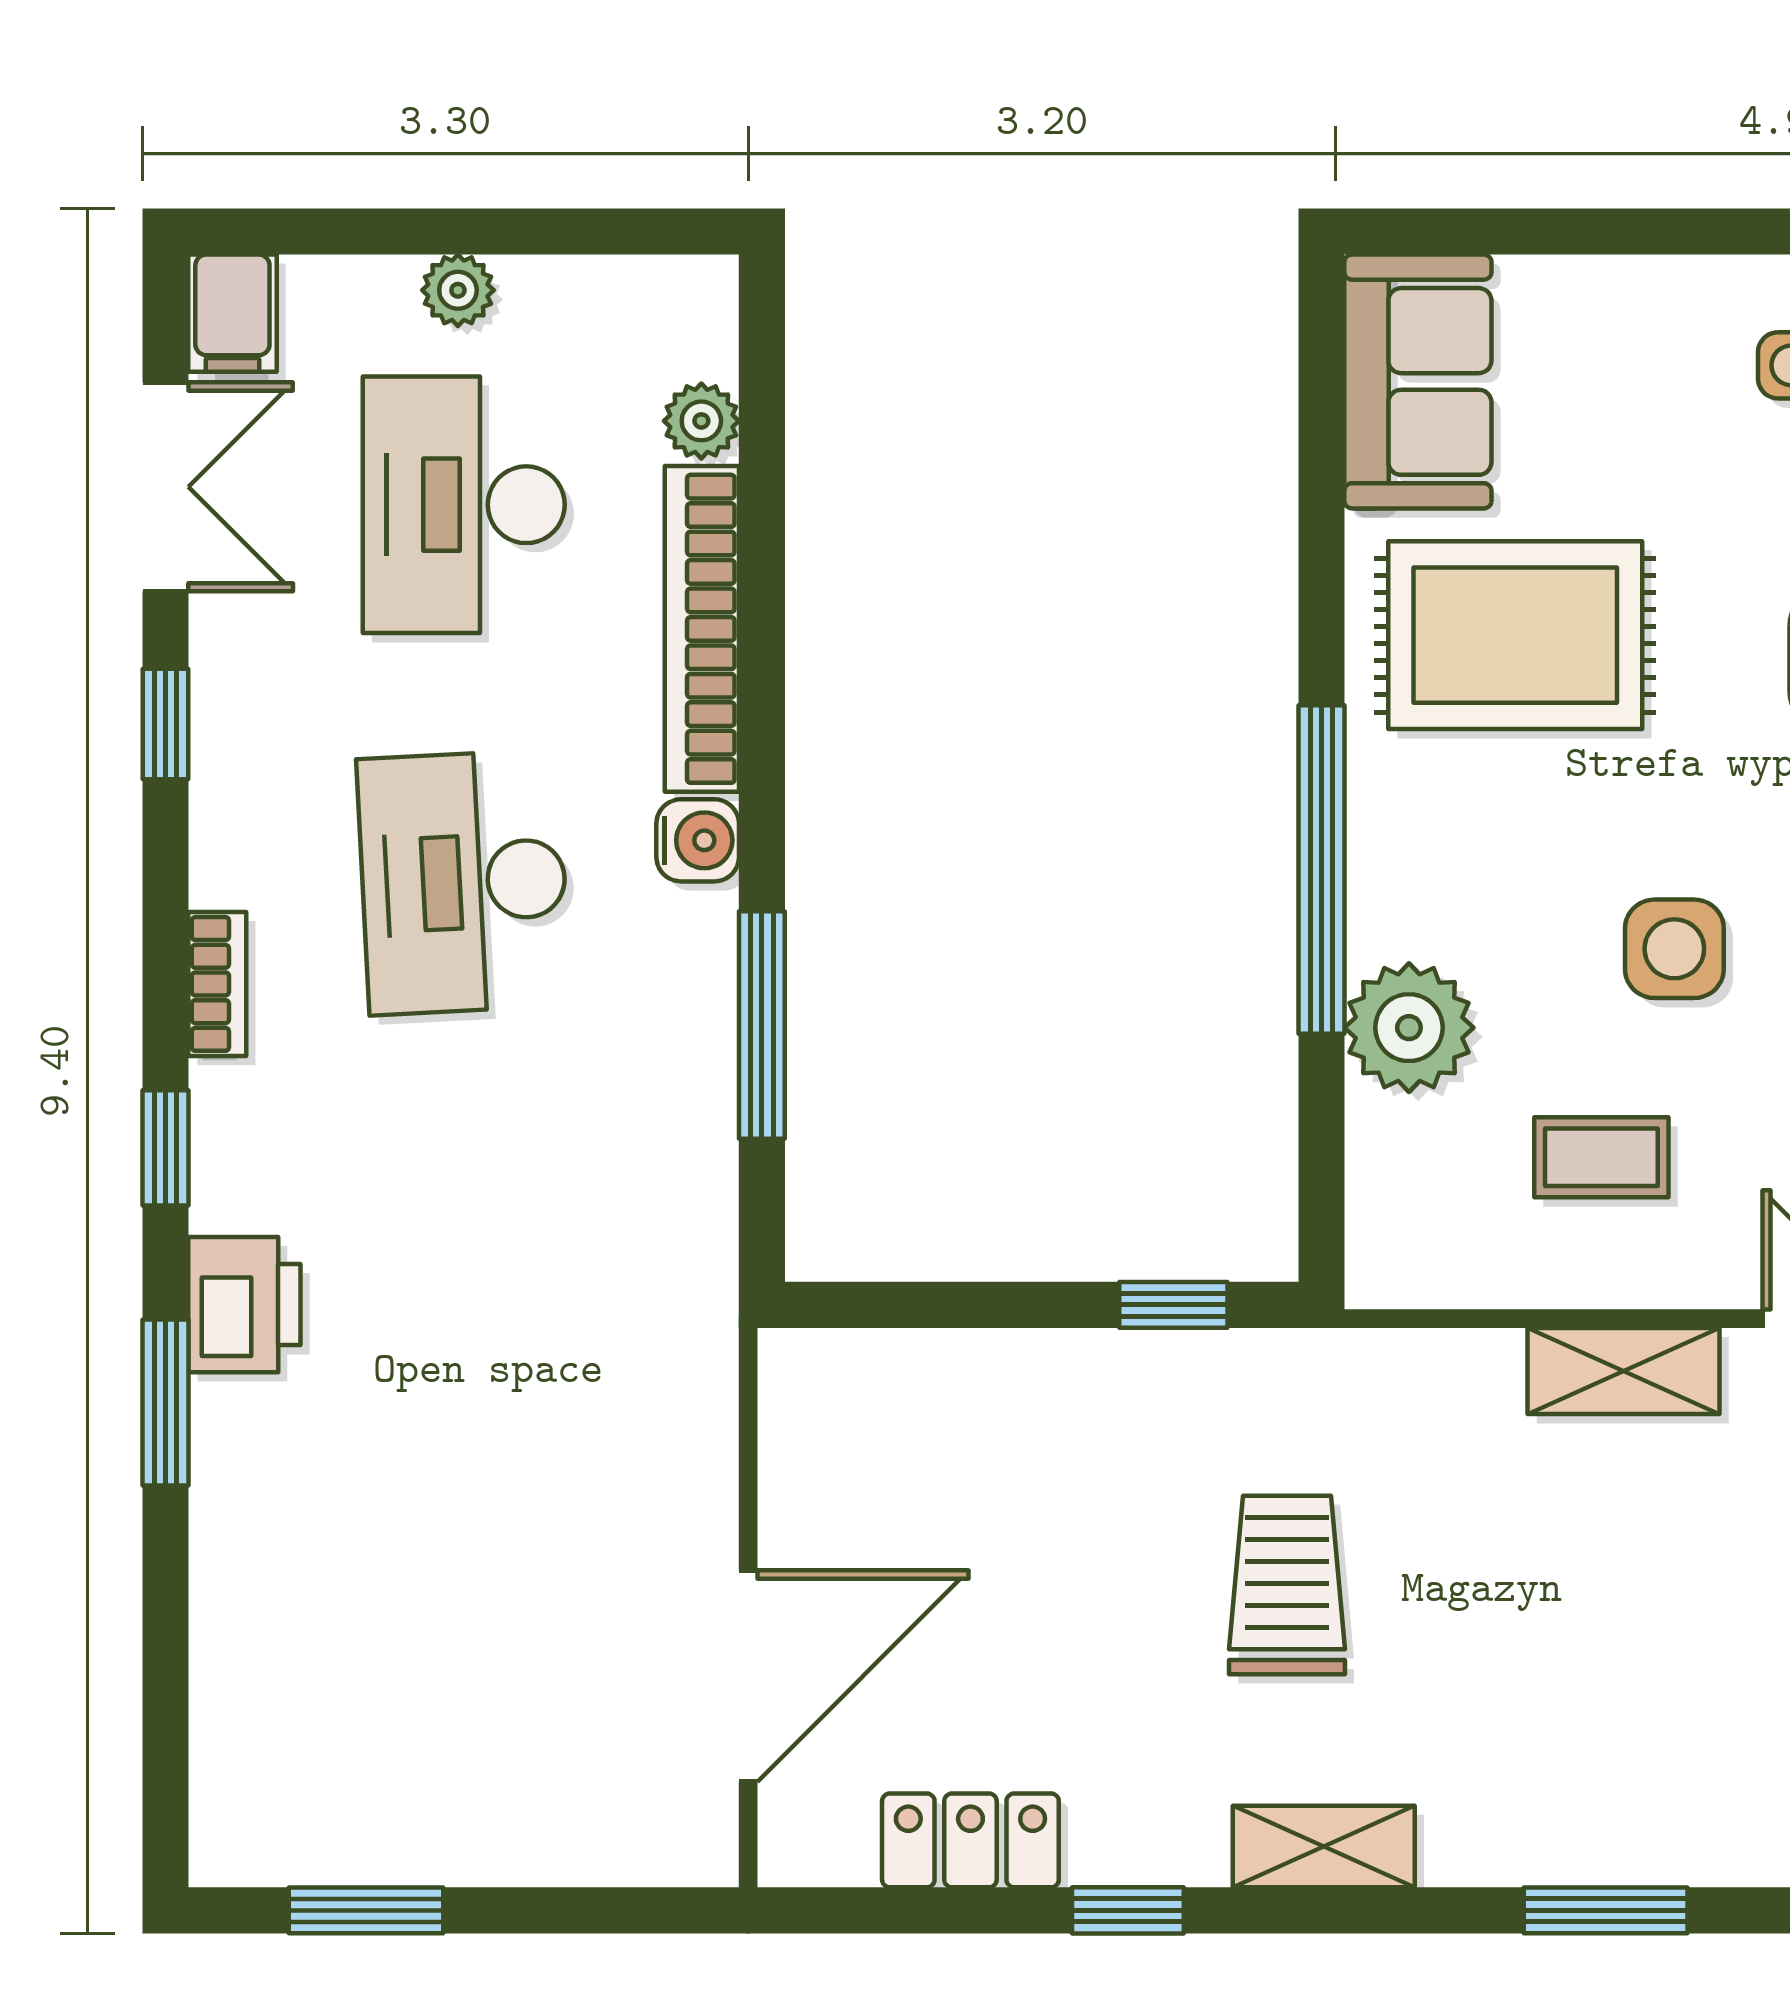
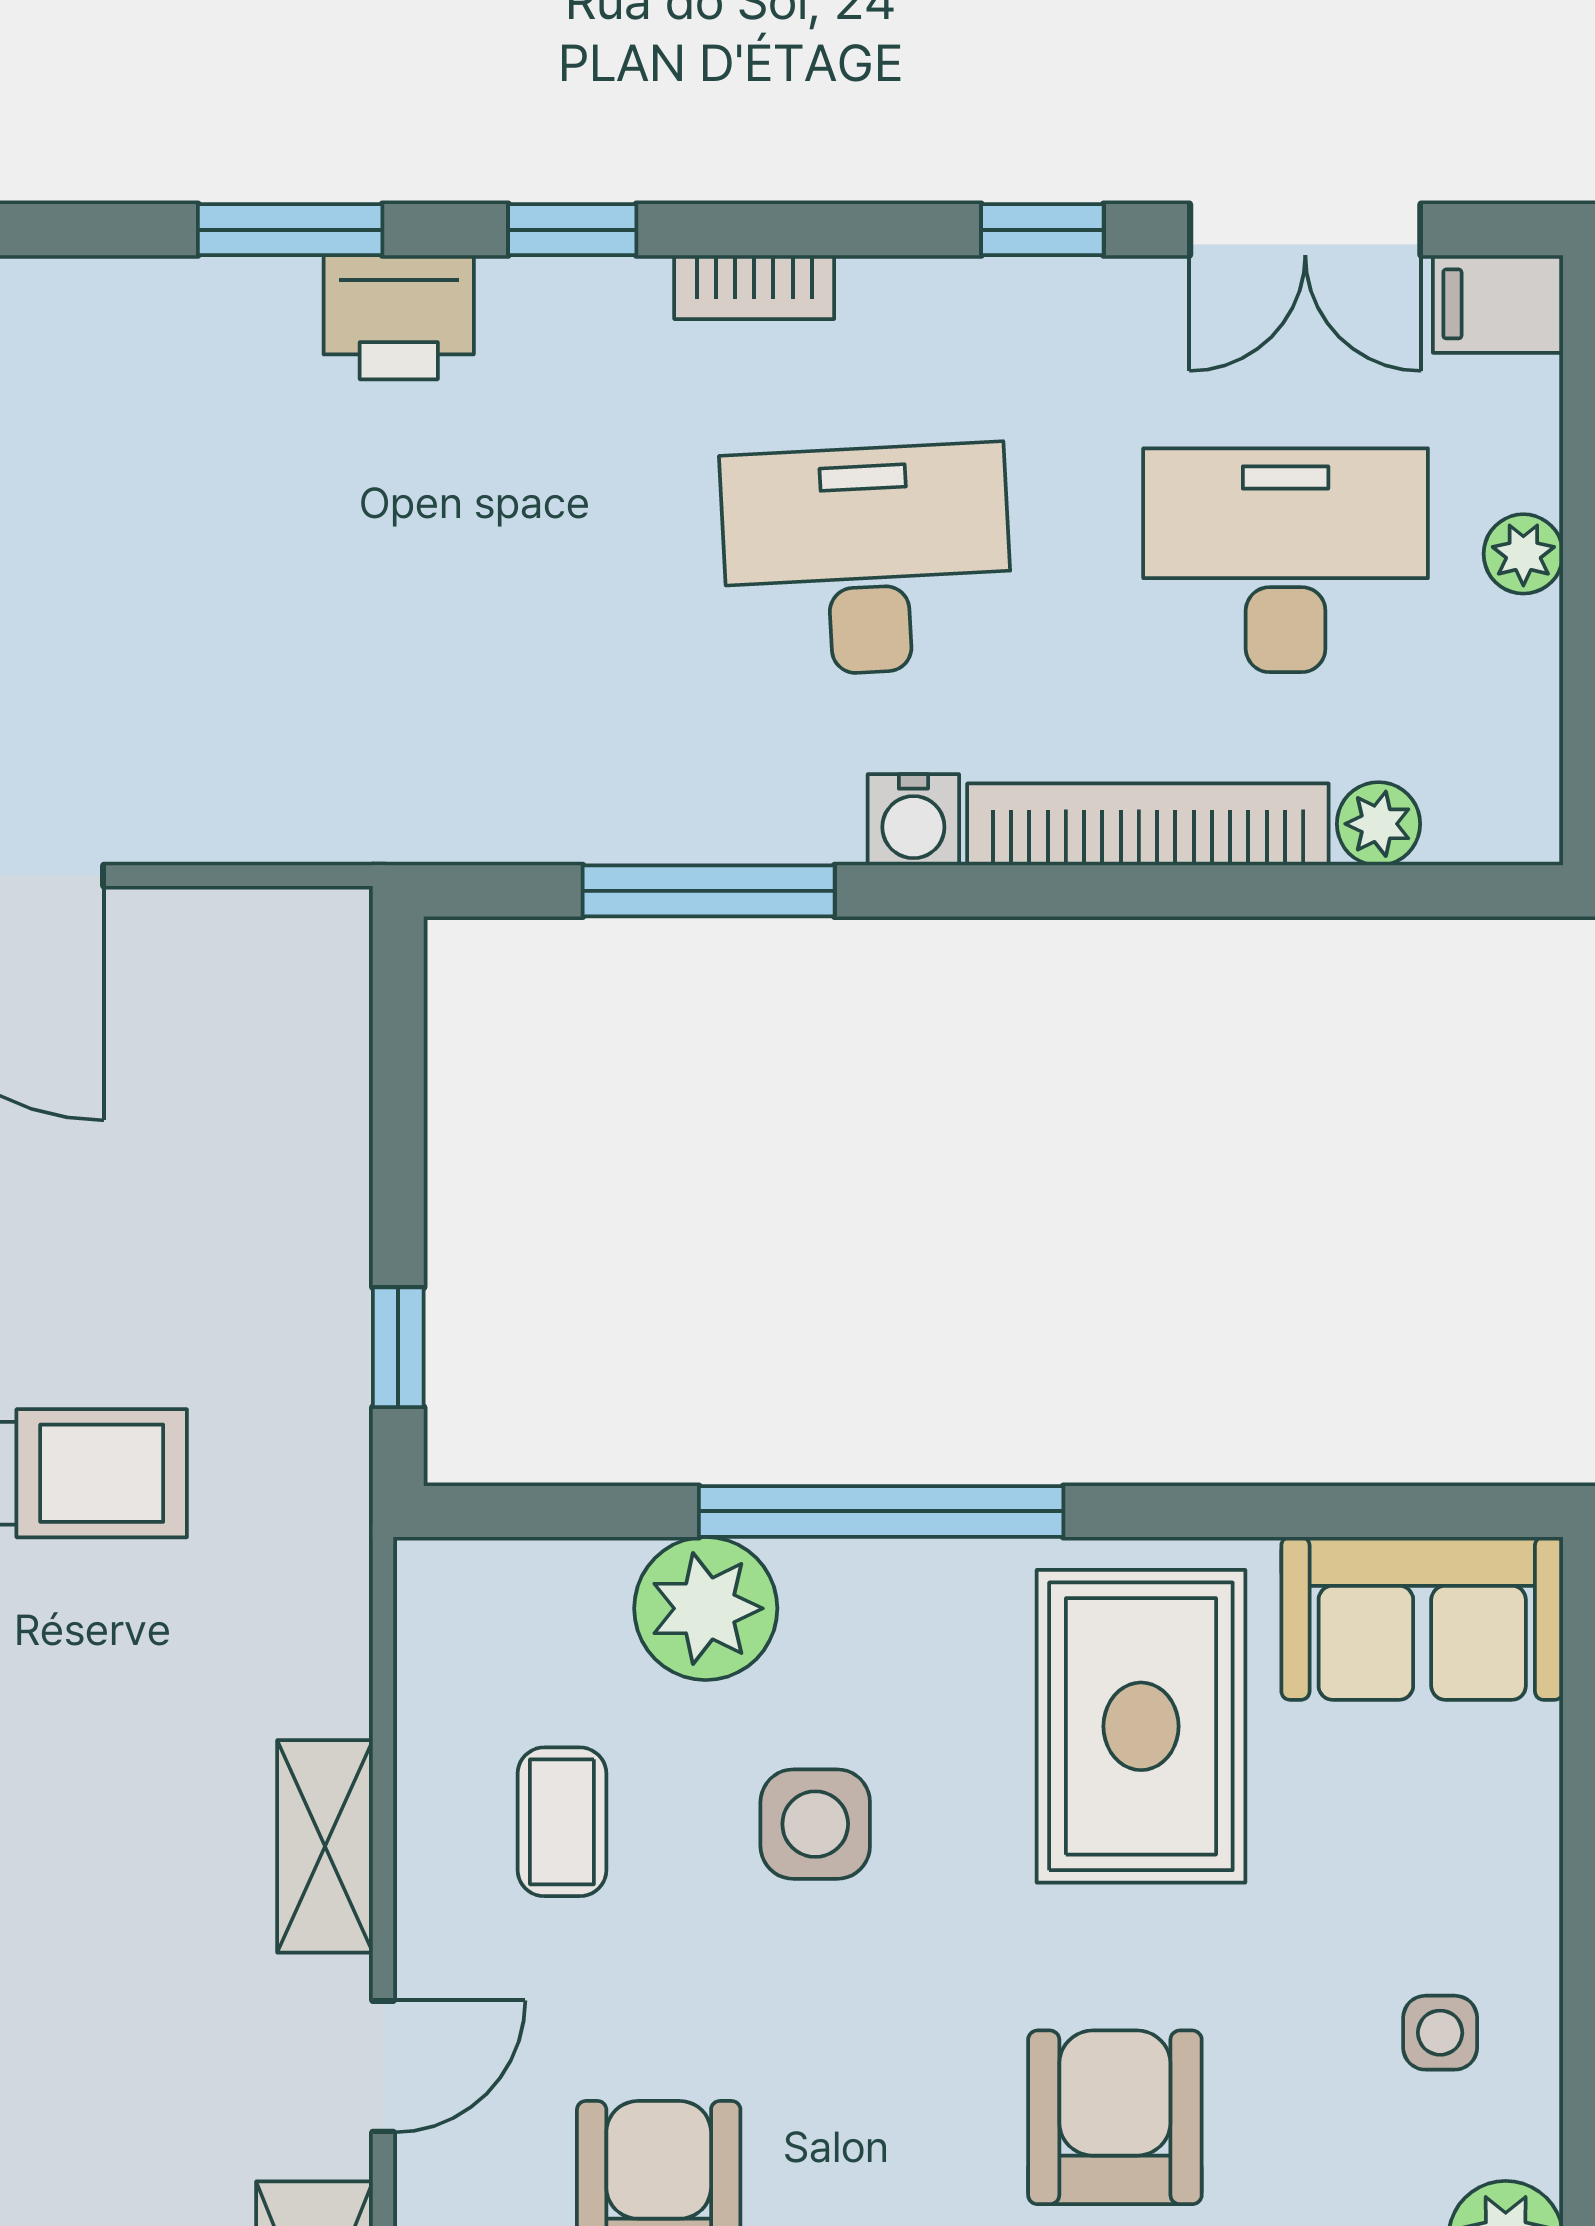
side table: (1674, 949) -> (815, 1824), moved

